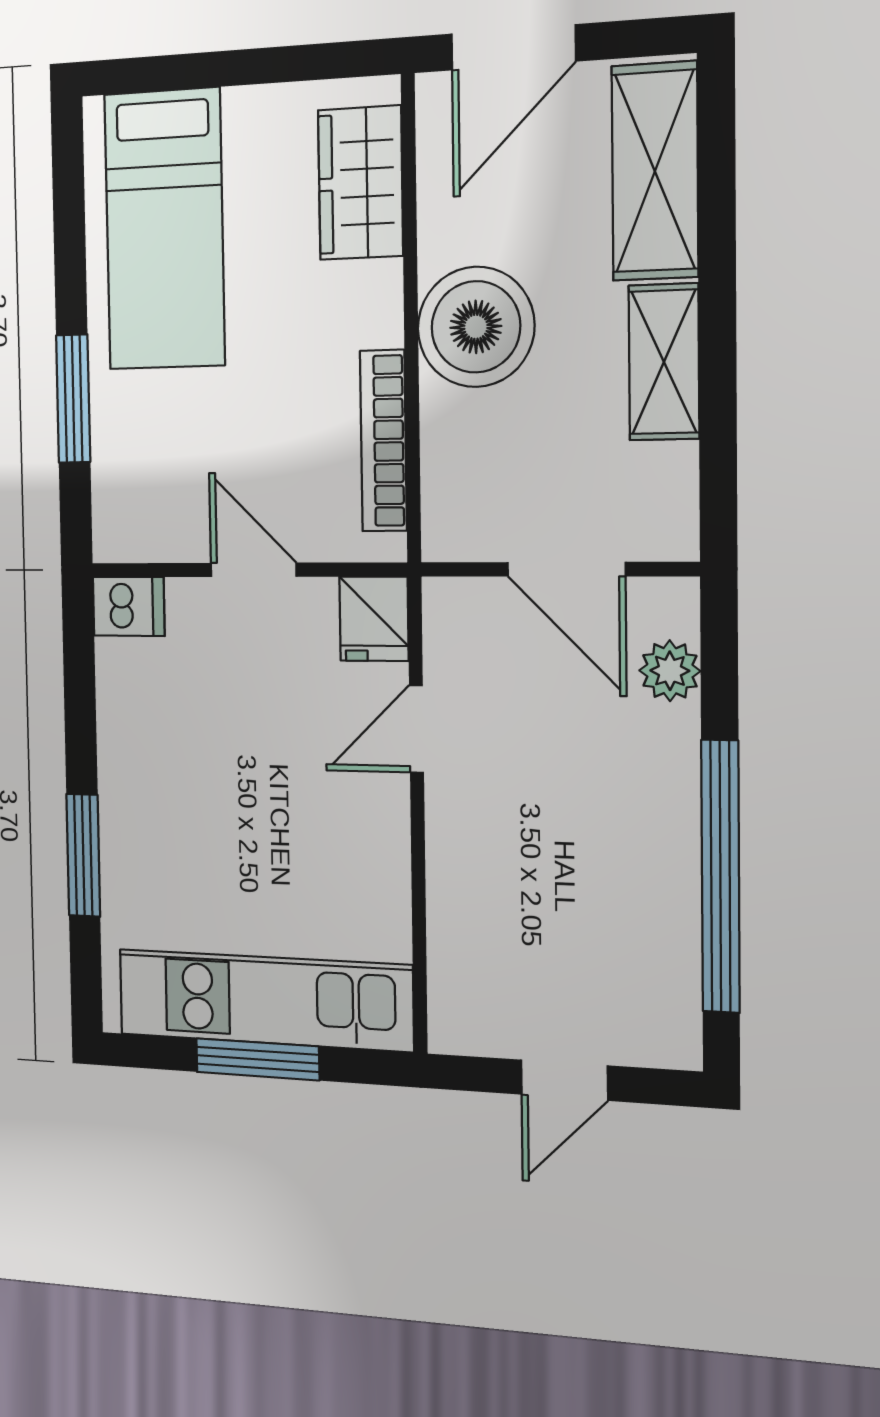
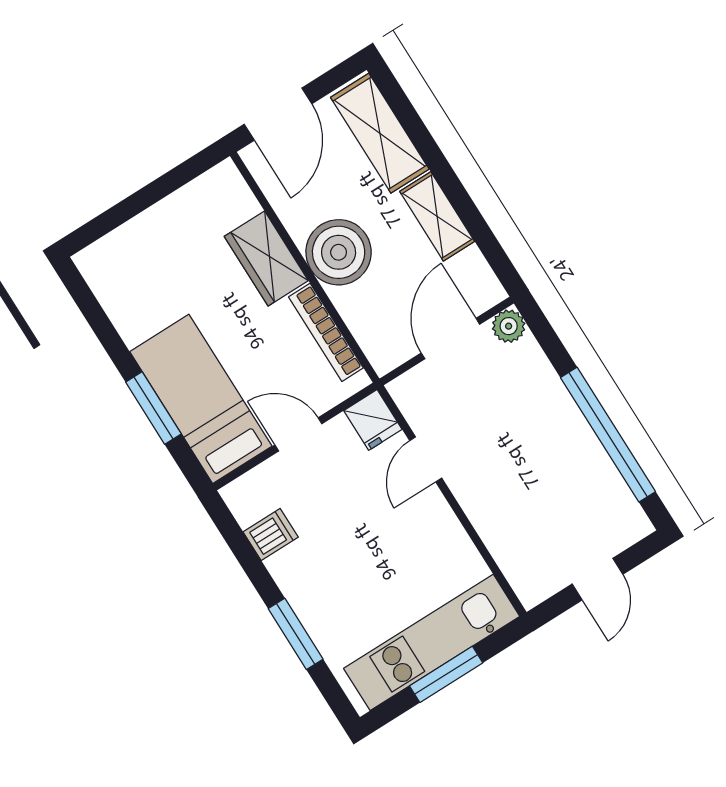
wardrobe: (360, 183) -> (266, 258), moved
bed: (164, 229) -> (201, 399), moved, turned 180
door: (566, 569) -> (450, 339), swing flipped
dishwasher: (129, 606) -> (271, 534), moved
plant: (670, 671) -> (509, 326), moved

